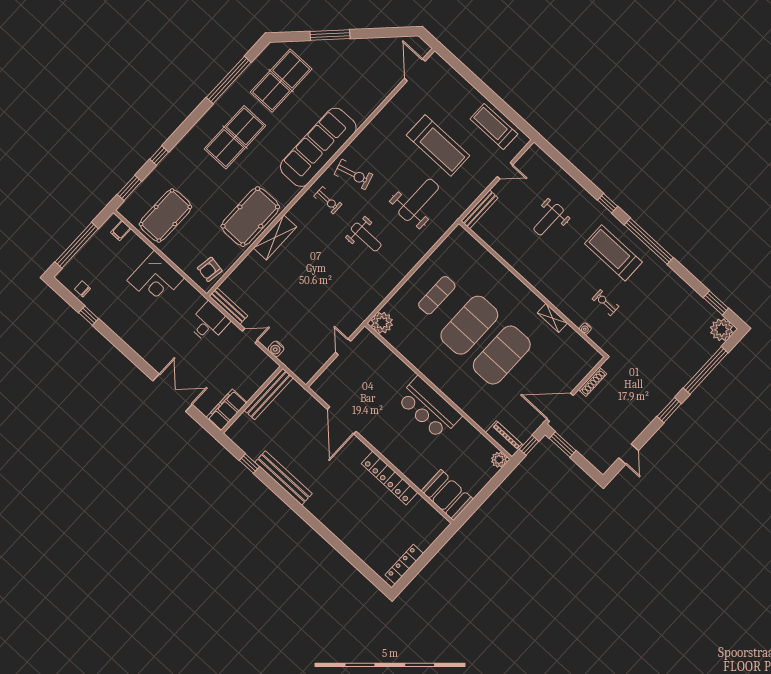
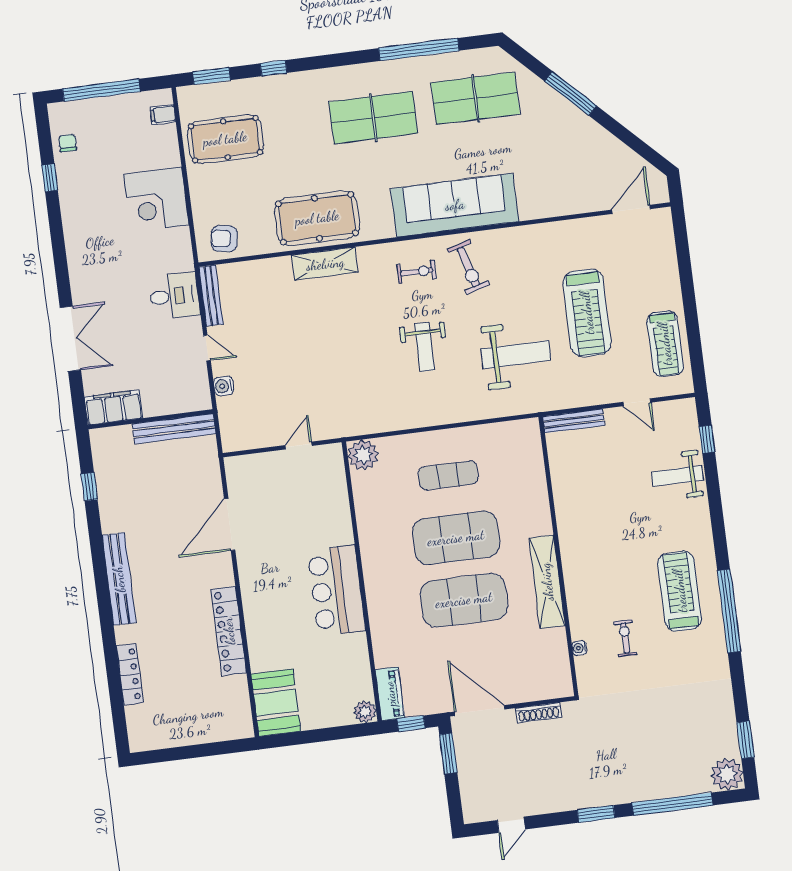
treadmill: (494, 127) -> (665, 344), turned 180
exercise bike: (328, 200) -> (417, 272), turned -90
window: (608, 203) -> (707, 439), moved
weight bench: (549, 220) -> (677, 476), moved
shelving: (552, 318) -> (547, 582), width x2.20, depth x1.33
bench: (284, 478) -> (119, 579), moved
locker: (404, 564) -> (130, 674), moved, turned 90

